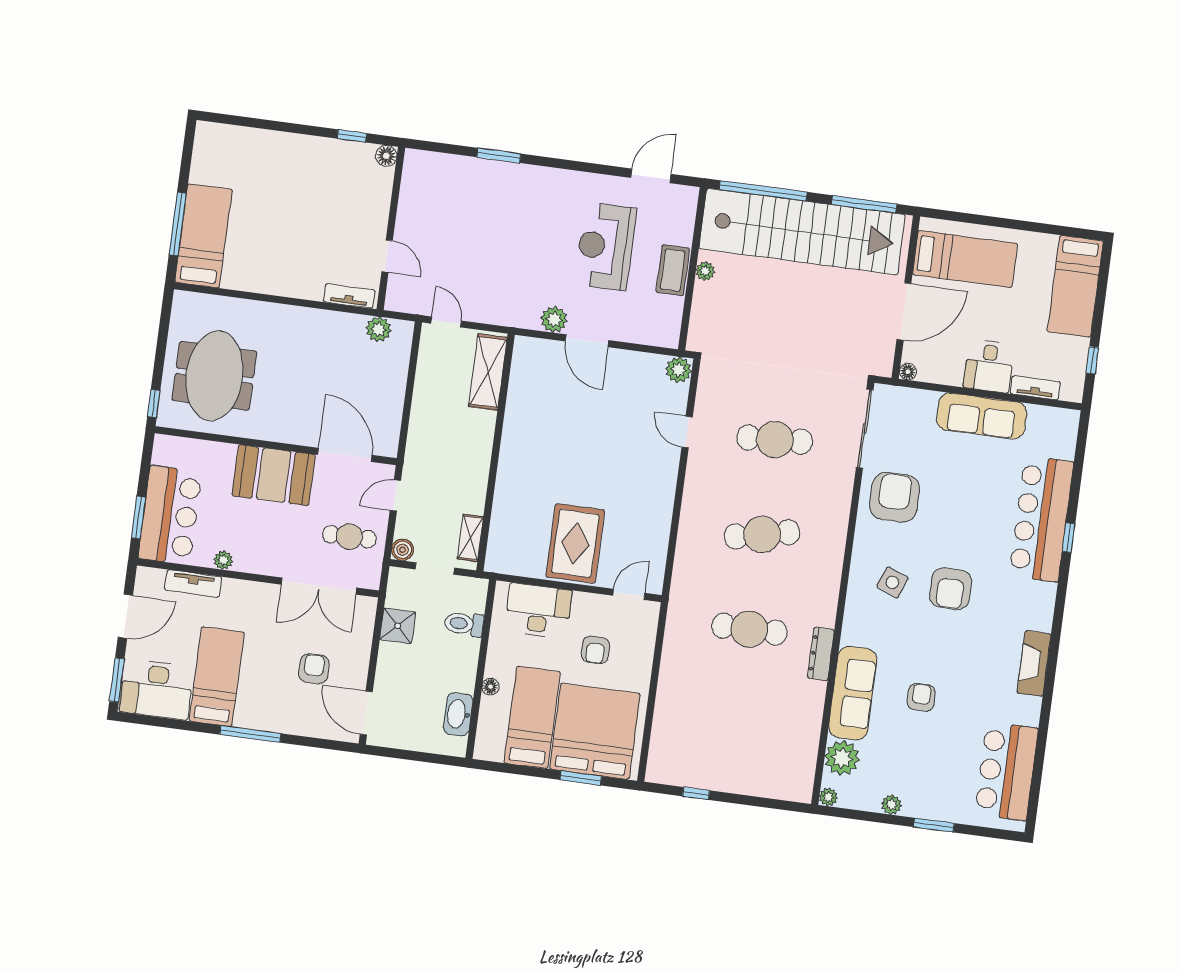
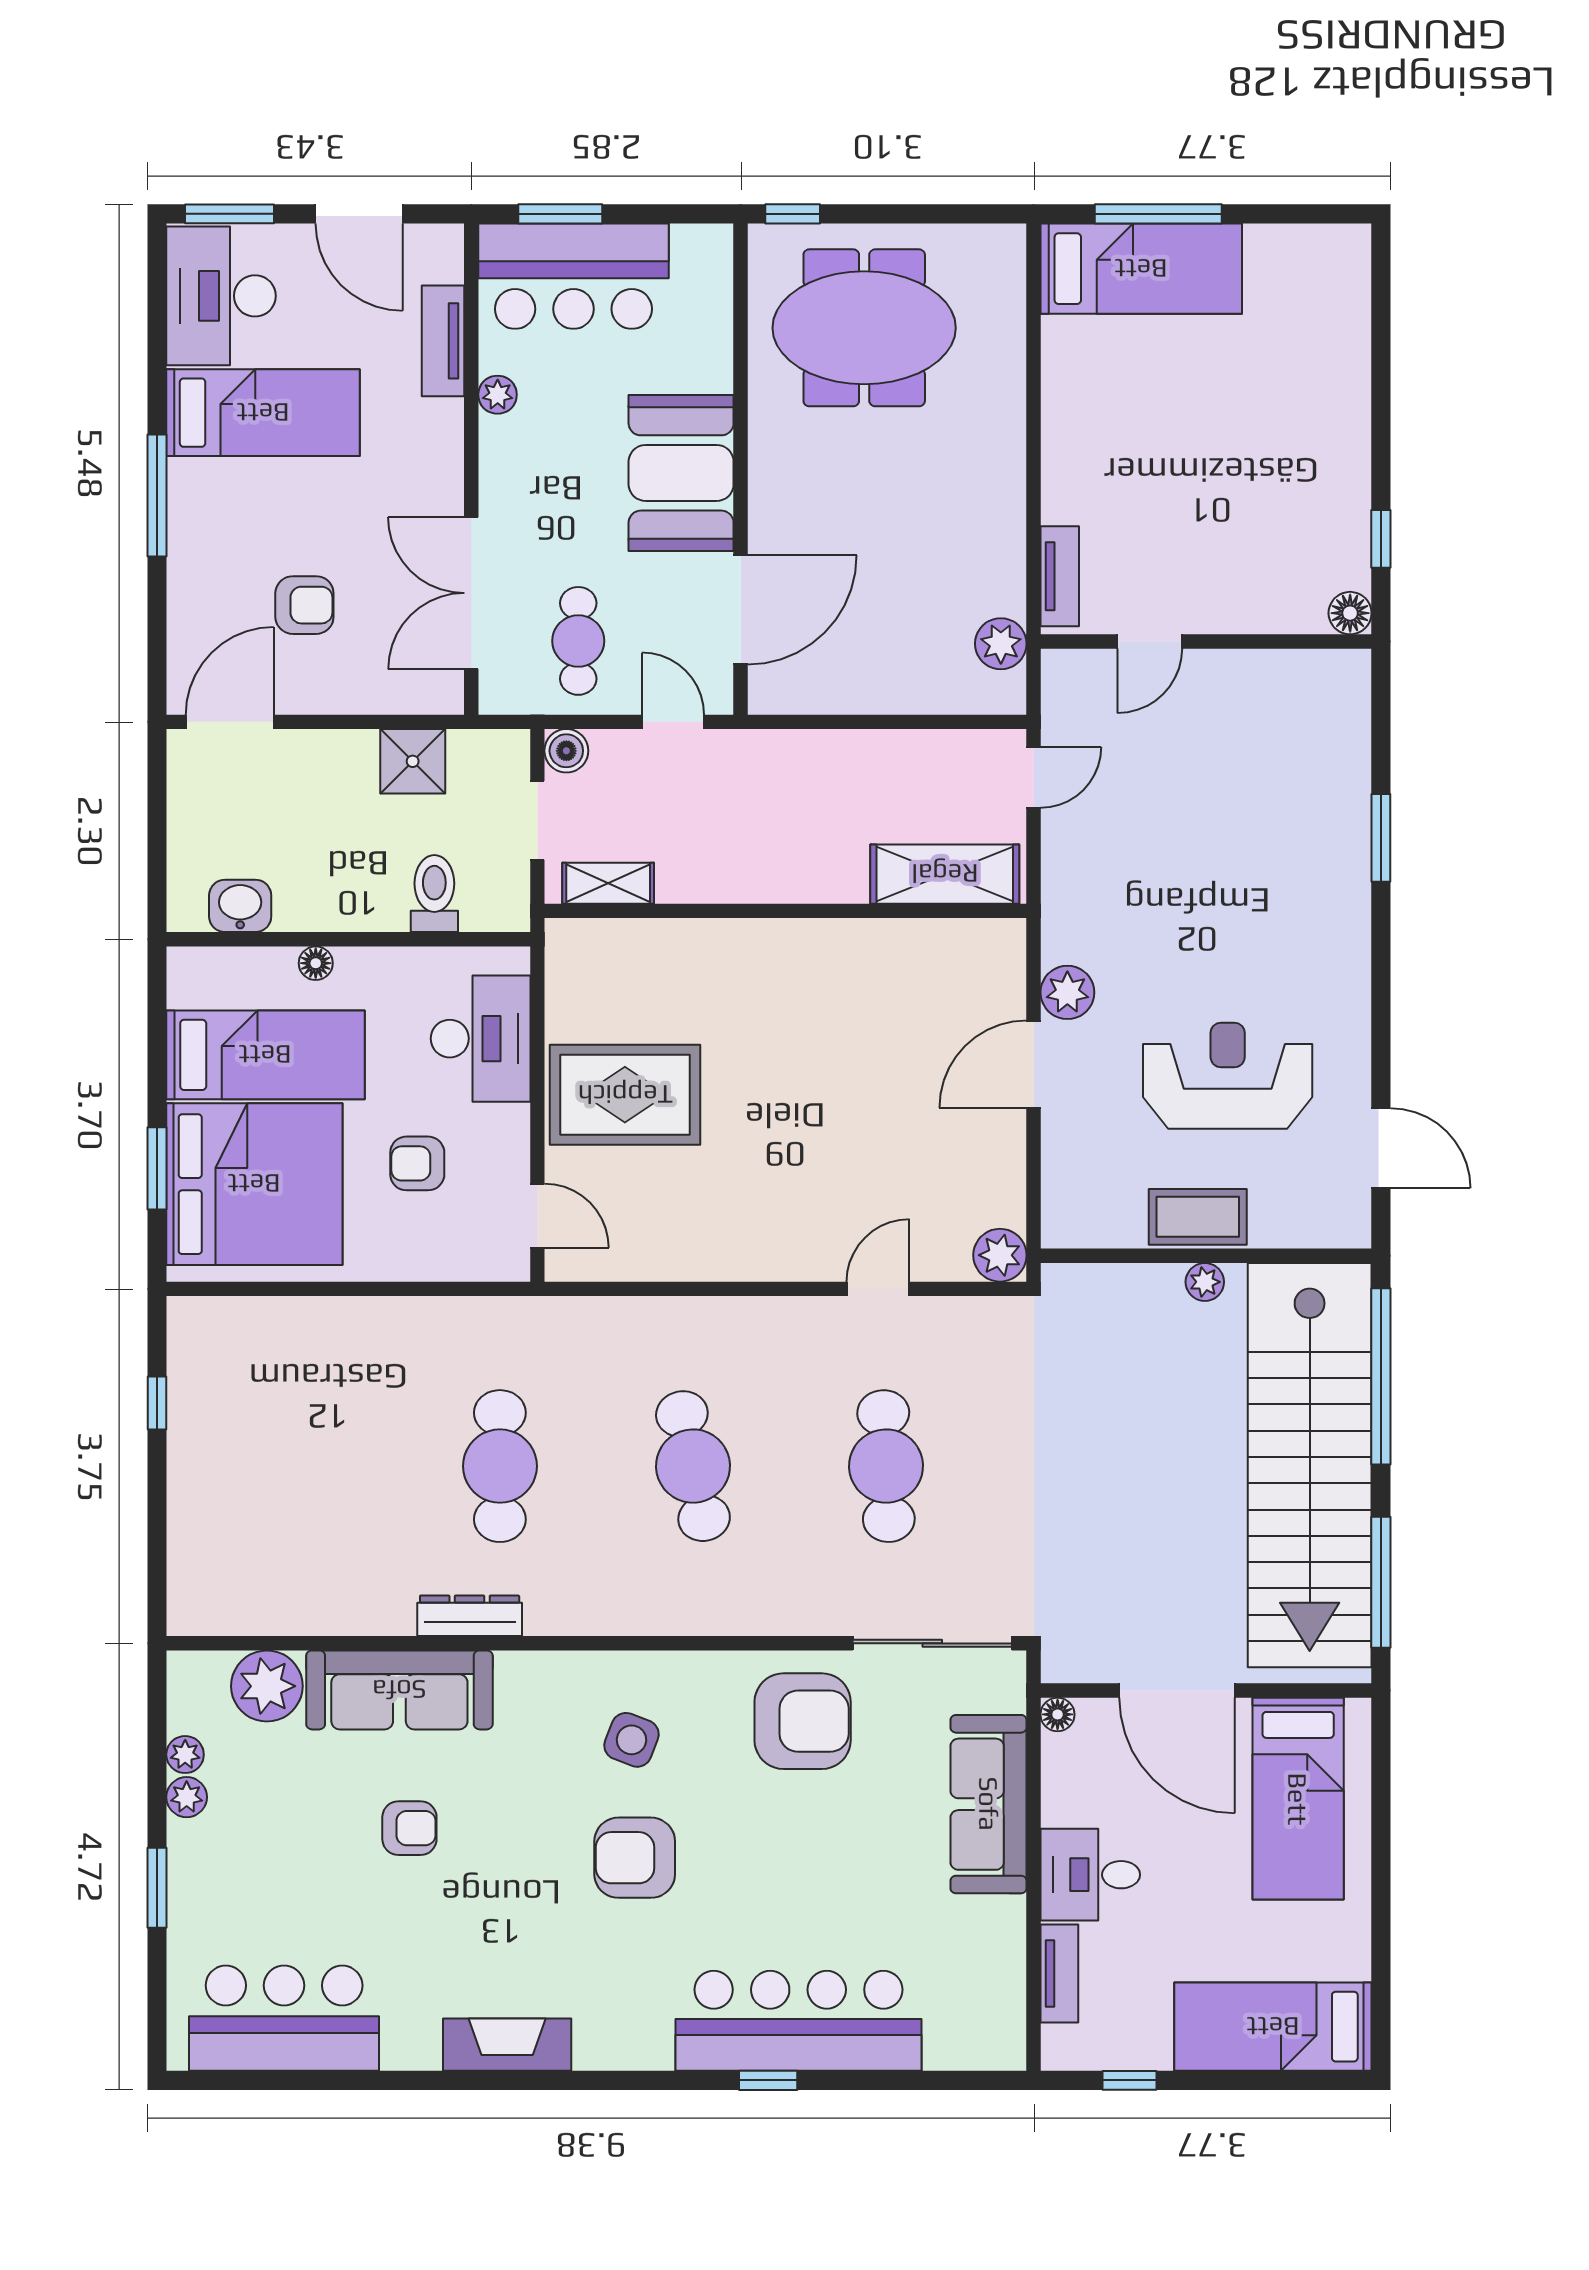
sofa: (982, 416) -> (989, 1804), moved
washbasin: (458, 714) -> (240, 906), width x0.72
plant: (828, 797) -> (185, 1755), moved

